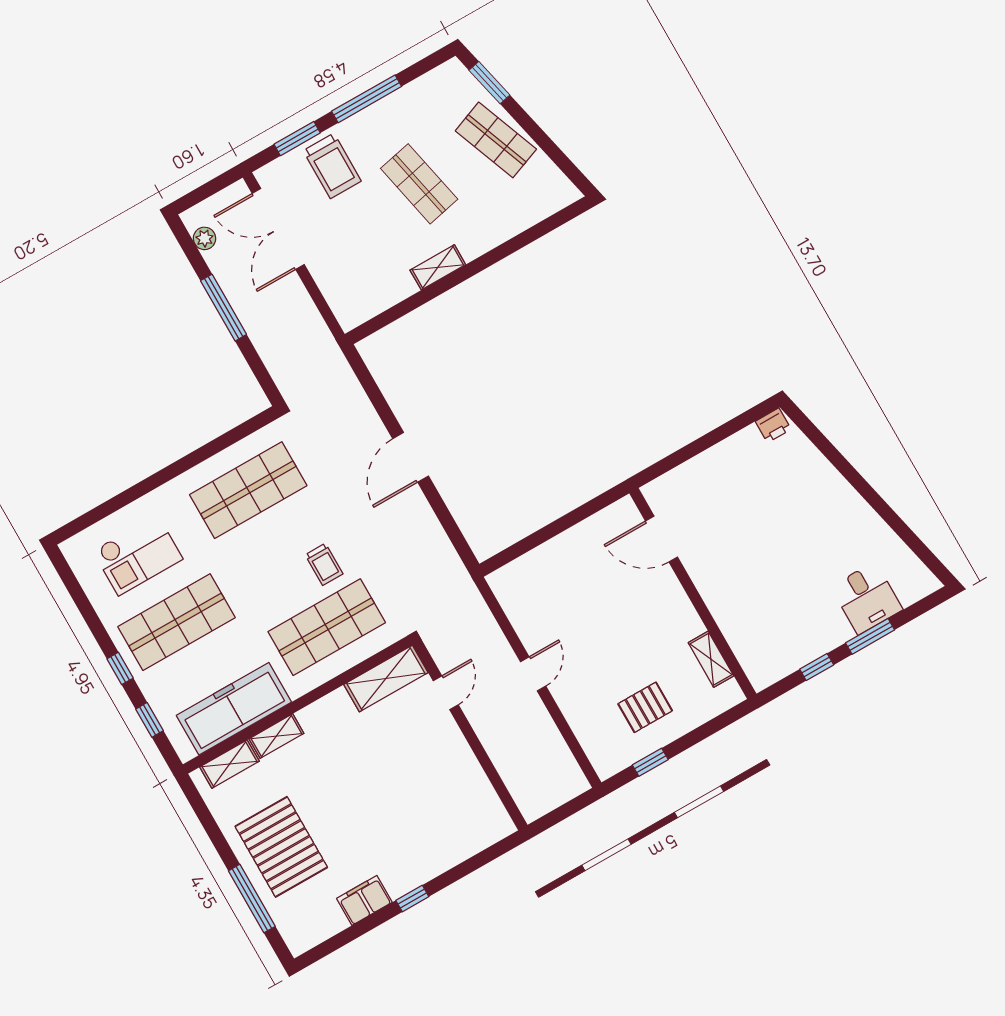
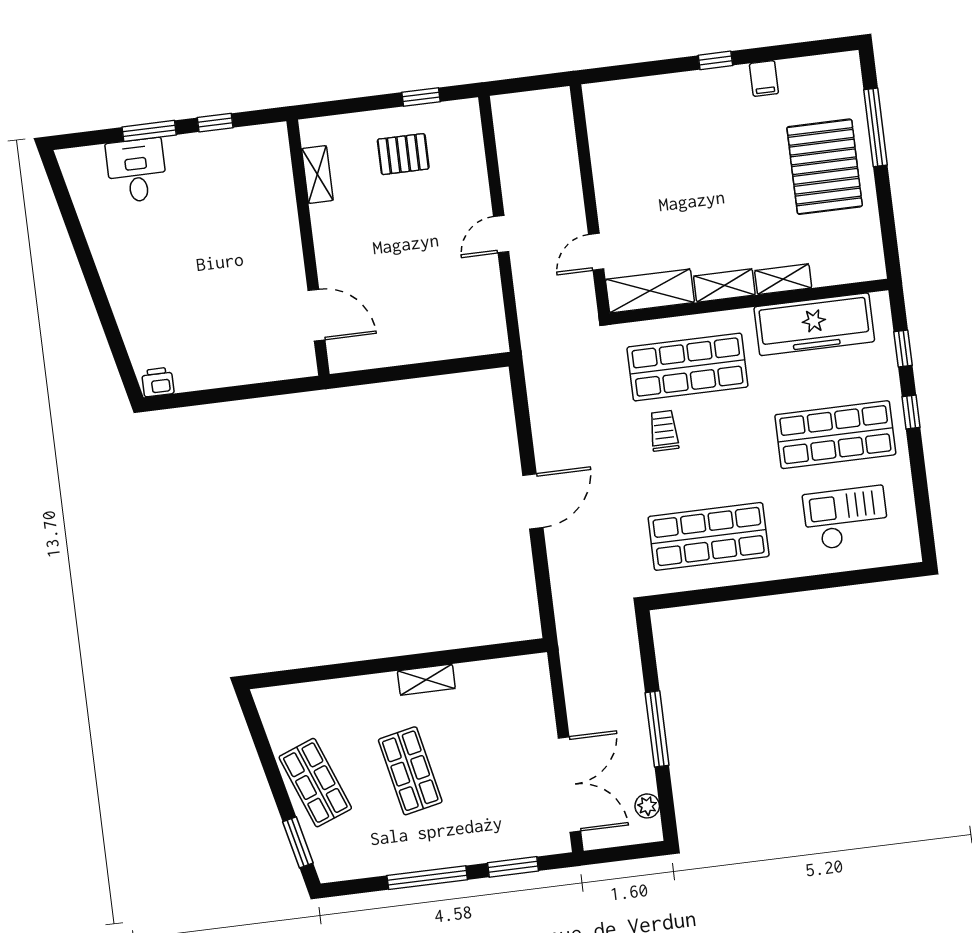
trolley: (332, 166) -> (489, 825), removed
shelving: (230, 764) -> (724, 285), moved
filing cabinet: (364, 900) -> (764, 79), width x0.50

